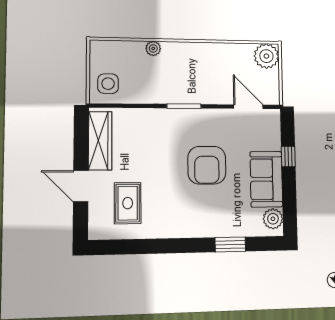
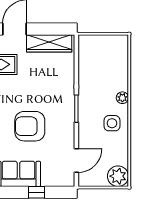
plant: (153, 48) -> (122, 98), moved
side table: (108, 84) -> (112, 123), moved

